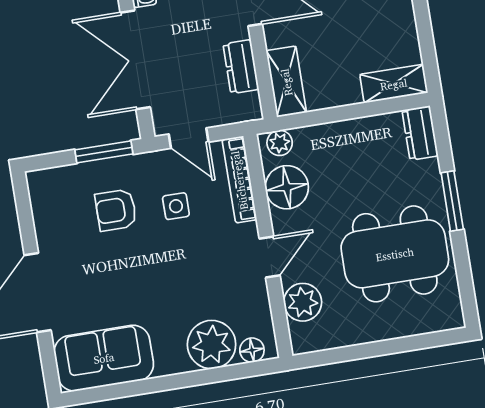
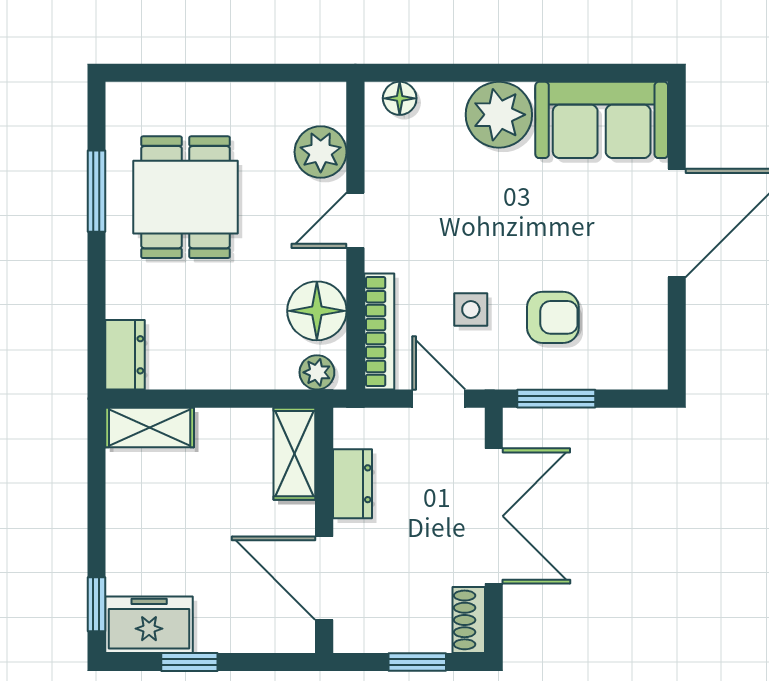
window: (452, 201) -> (96, 191), moved
dining table: (395, 254) -> (186, 197), width x0.73
plant: (212, 345) -> (499, 115), moved

